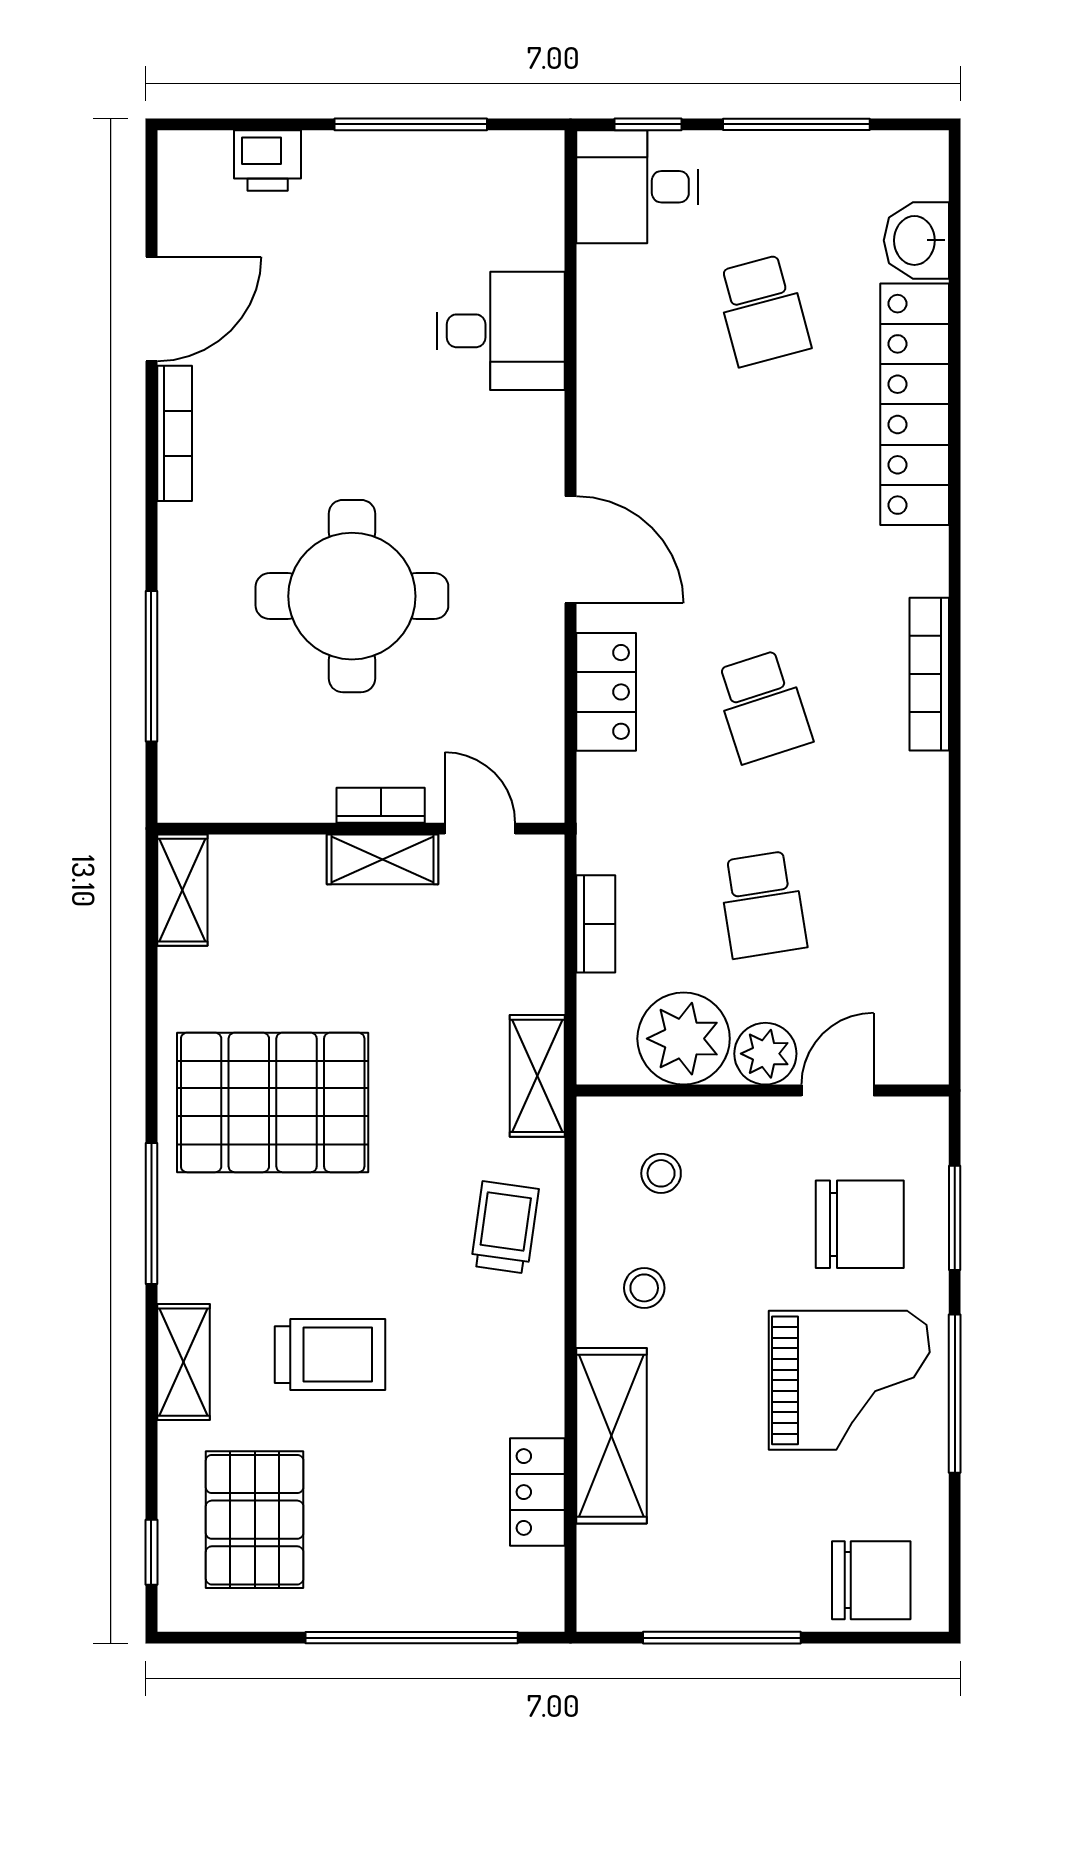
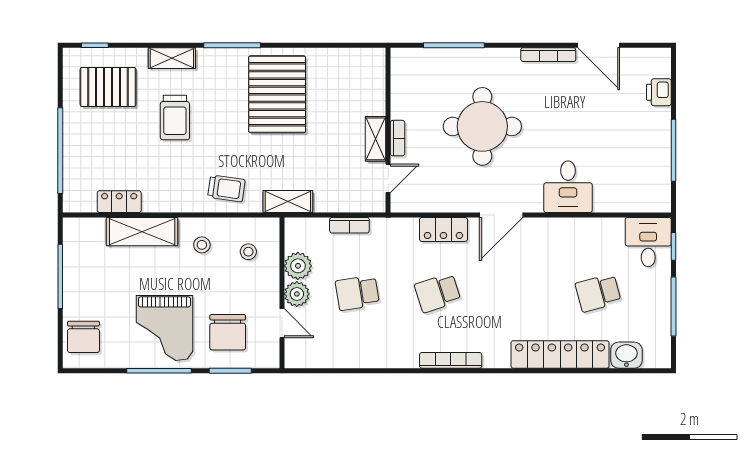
desk: (501, 331) -> (568, 187), moved
shelving: (182, 890) -> (363, 58), removed
plant: (684, 1039) -> (298, 266), width x0.73, depth x0.73

